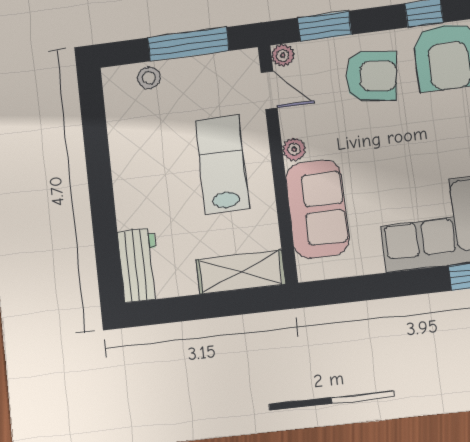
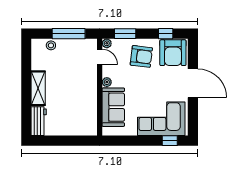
lab bench: (222, 164) -> (77, 85), removed
shelving: (241, 272) -> (38, 88), moved, turned 90

